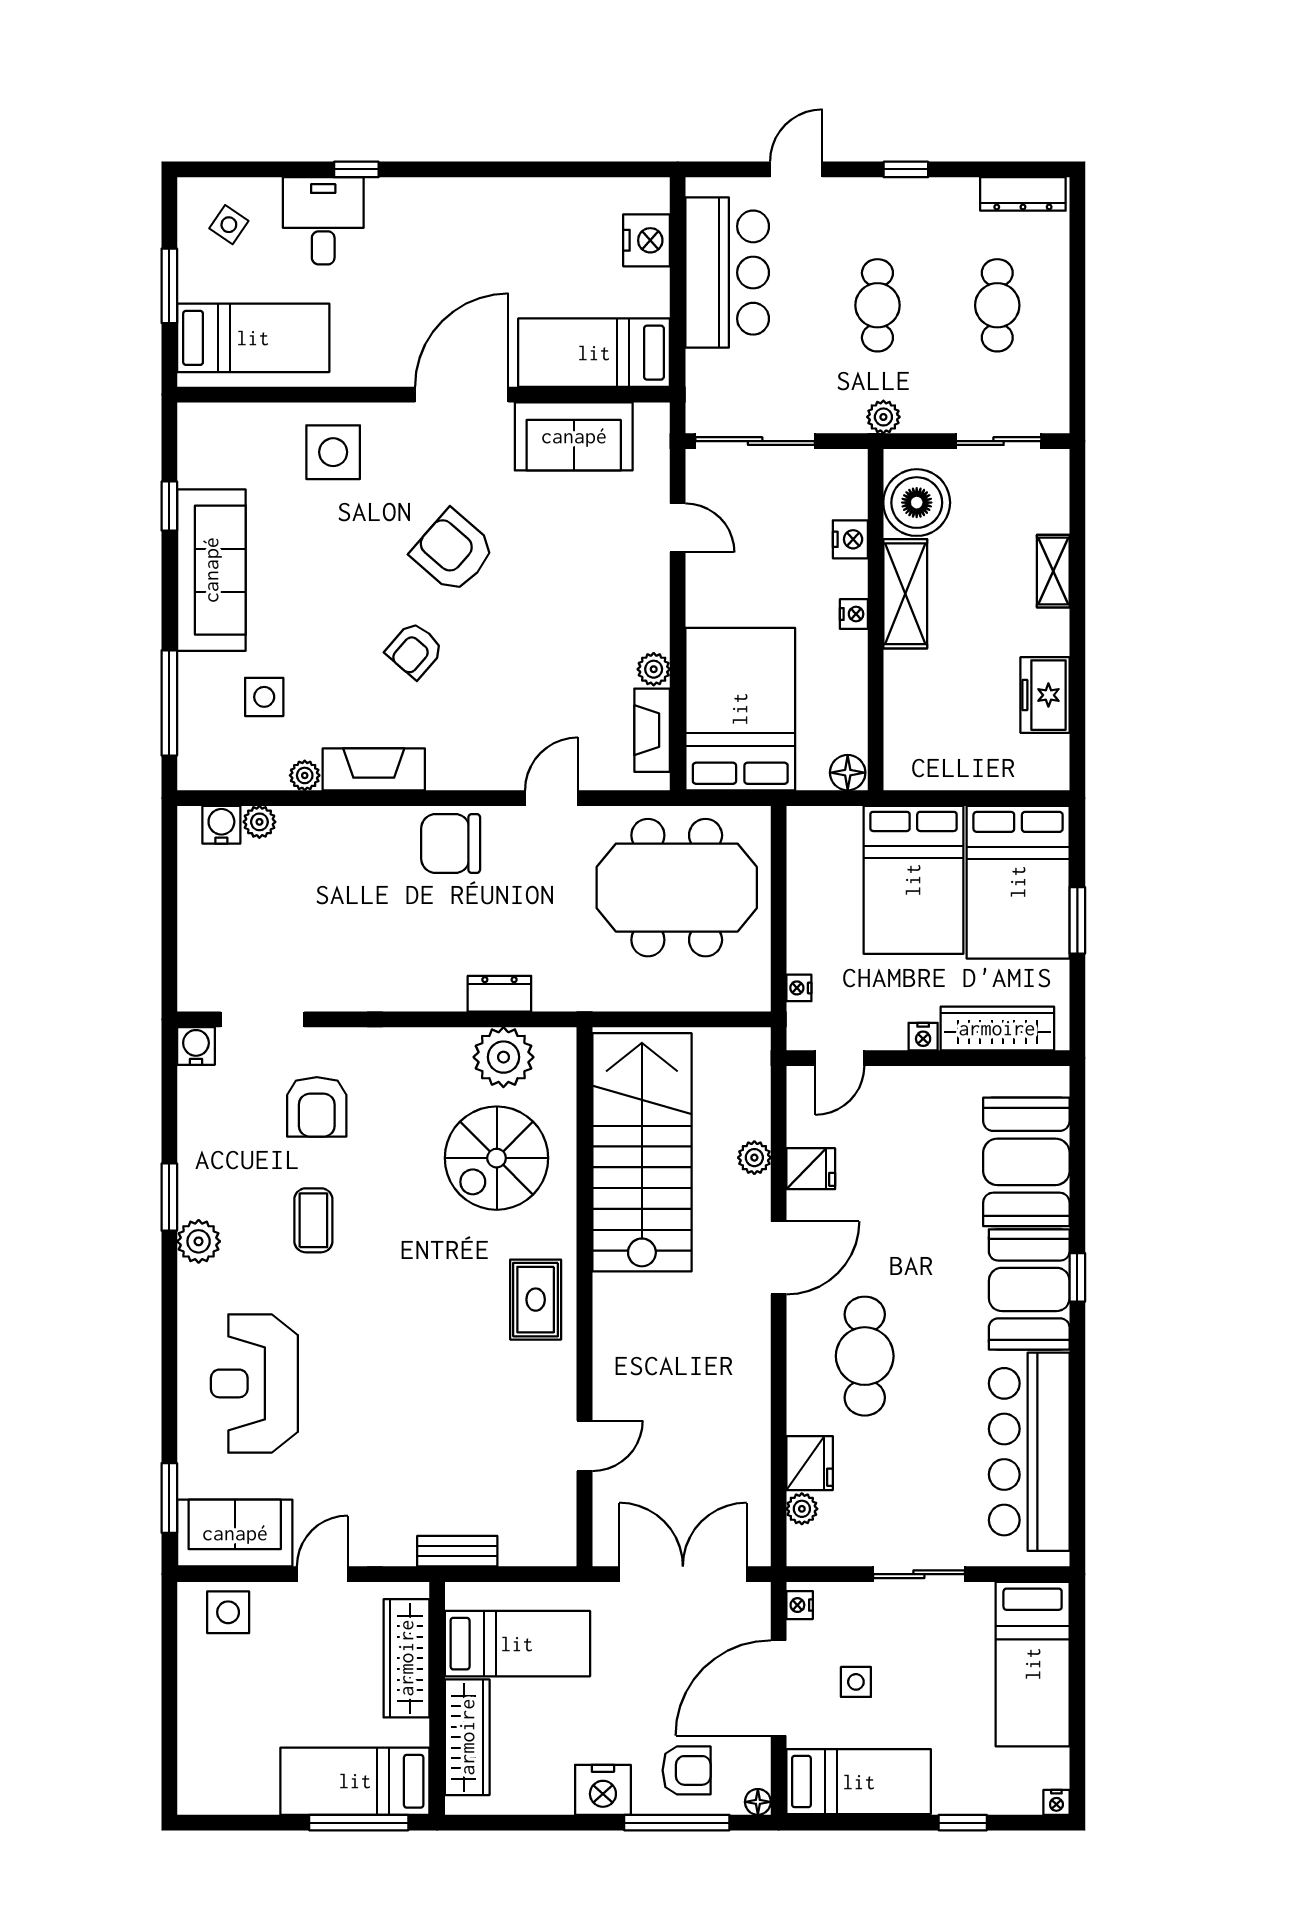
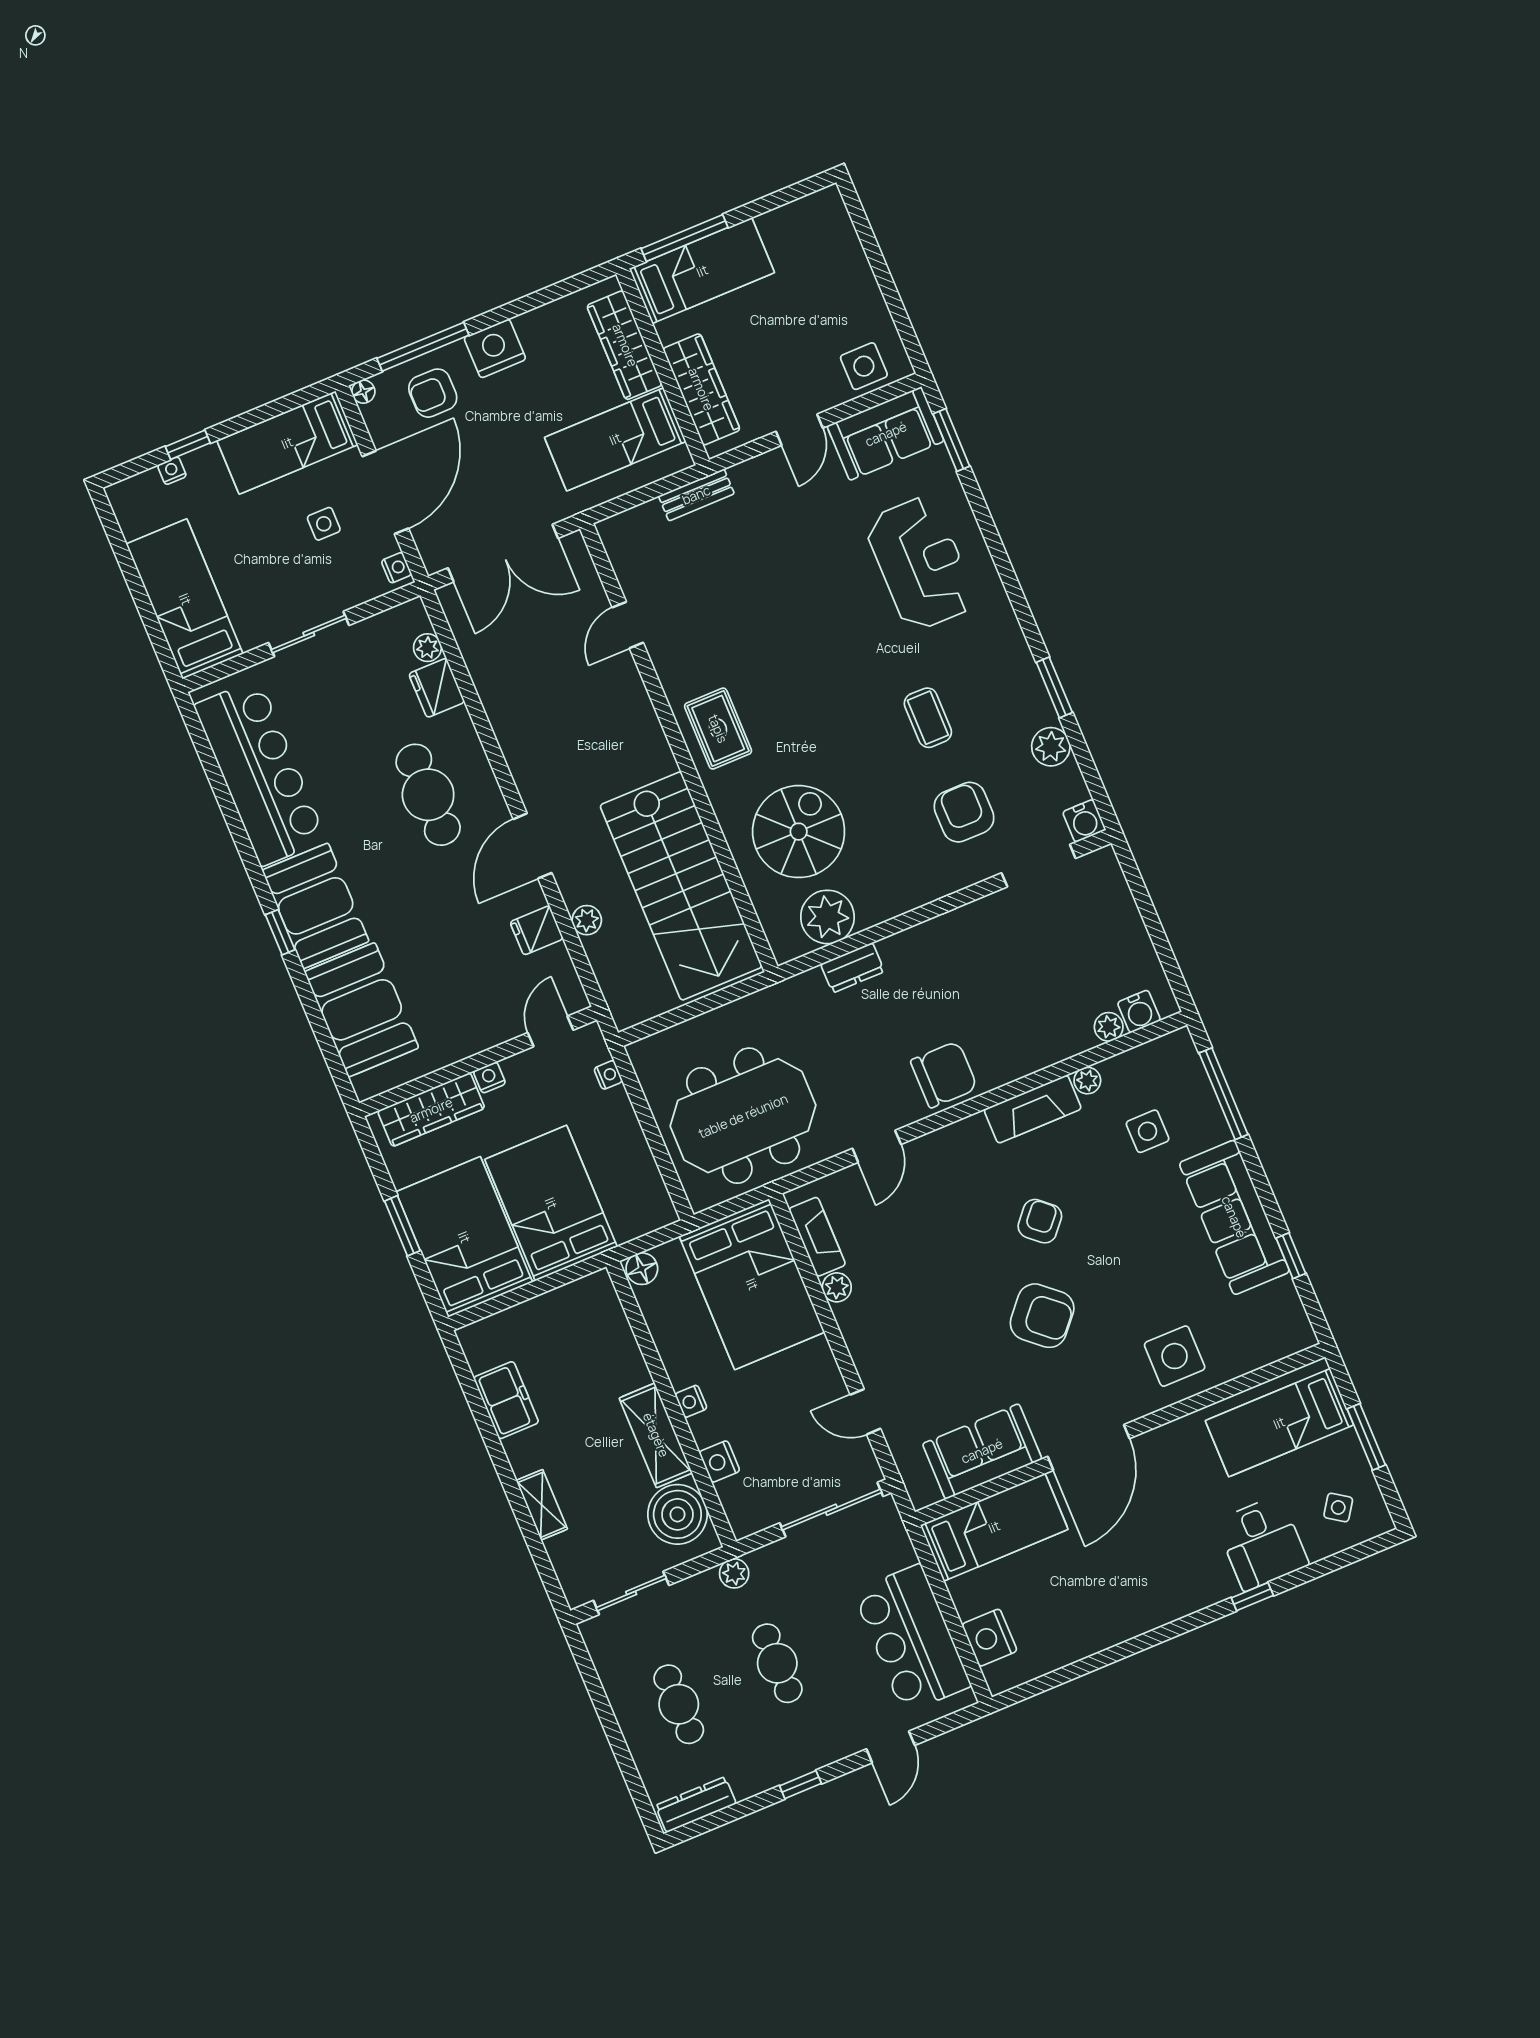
plant: (199, 1241) -> (1051, 747), moved
nightstand: (1056, 1802) -> (172, 471), moved

